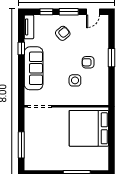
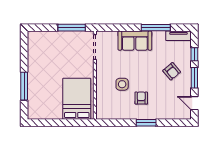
window: (21, 48) -> (156, 28), width x2.17
sofa: (34, 68) -> (135, 41), width x0.73
bed: (89, 128) -> (77, 99), width x0.73
window: (21, 145) -> (72, 28), moved

